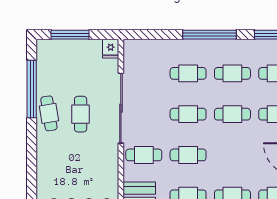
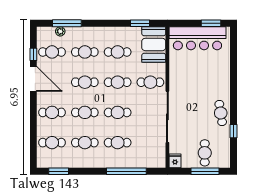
window: (210, 35) -> (126, 171), moved
window: (32, 89) -> (234, 131), width x0.32
cafe table: (81, 114) -> (205, 153), moved
cafe table: (232, 155) -> (85, 82), added

